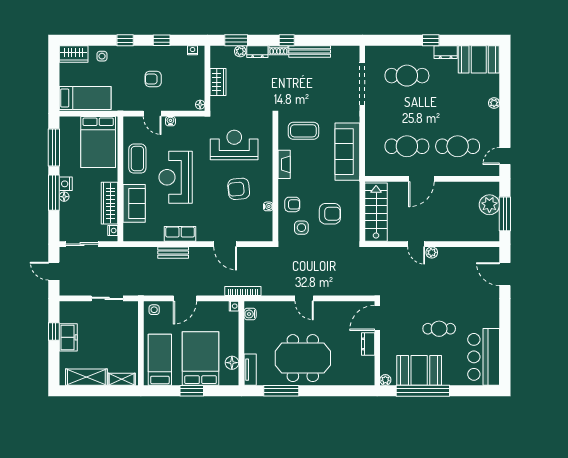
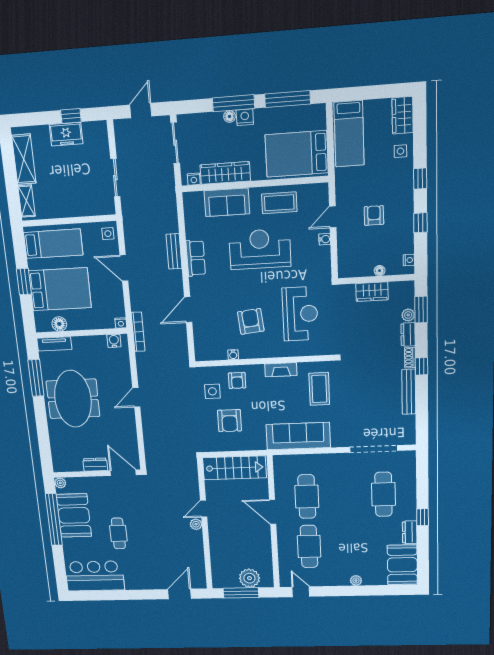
floor lamp: (200, 105) -> (380, 271), moved

